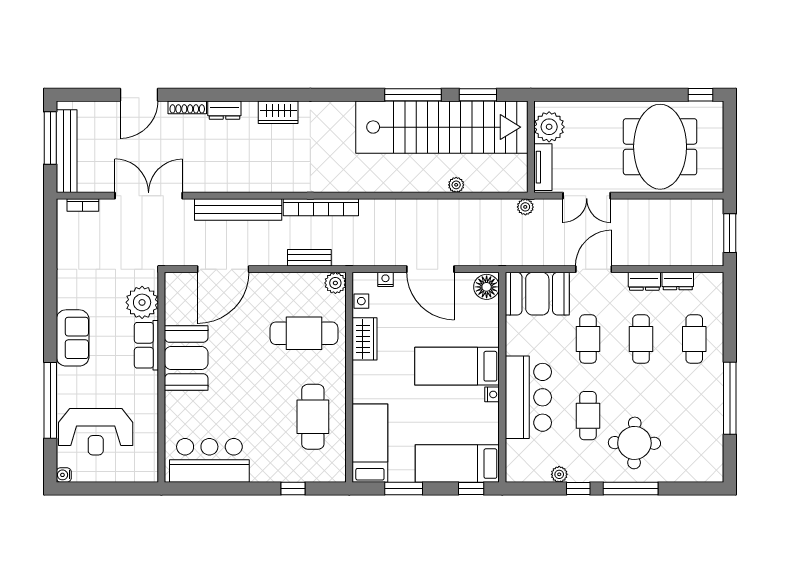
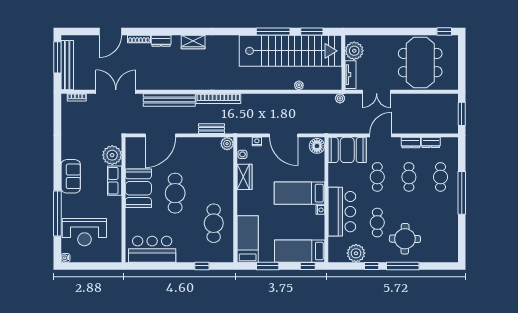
cafe table: (304, 333) -> (175, 193), moved, turned 90
window: (730, 398) -> (462, 193), moved
plant: (559, 474) -> (356, 253), width x1.88, depth x1.88

